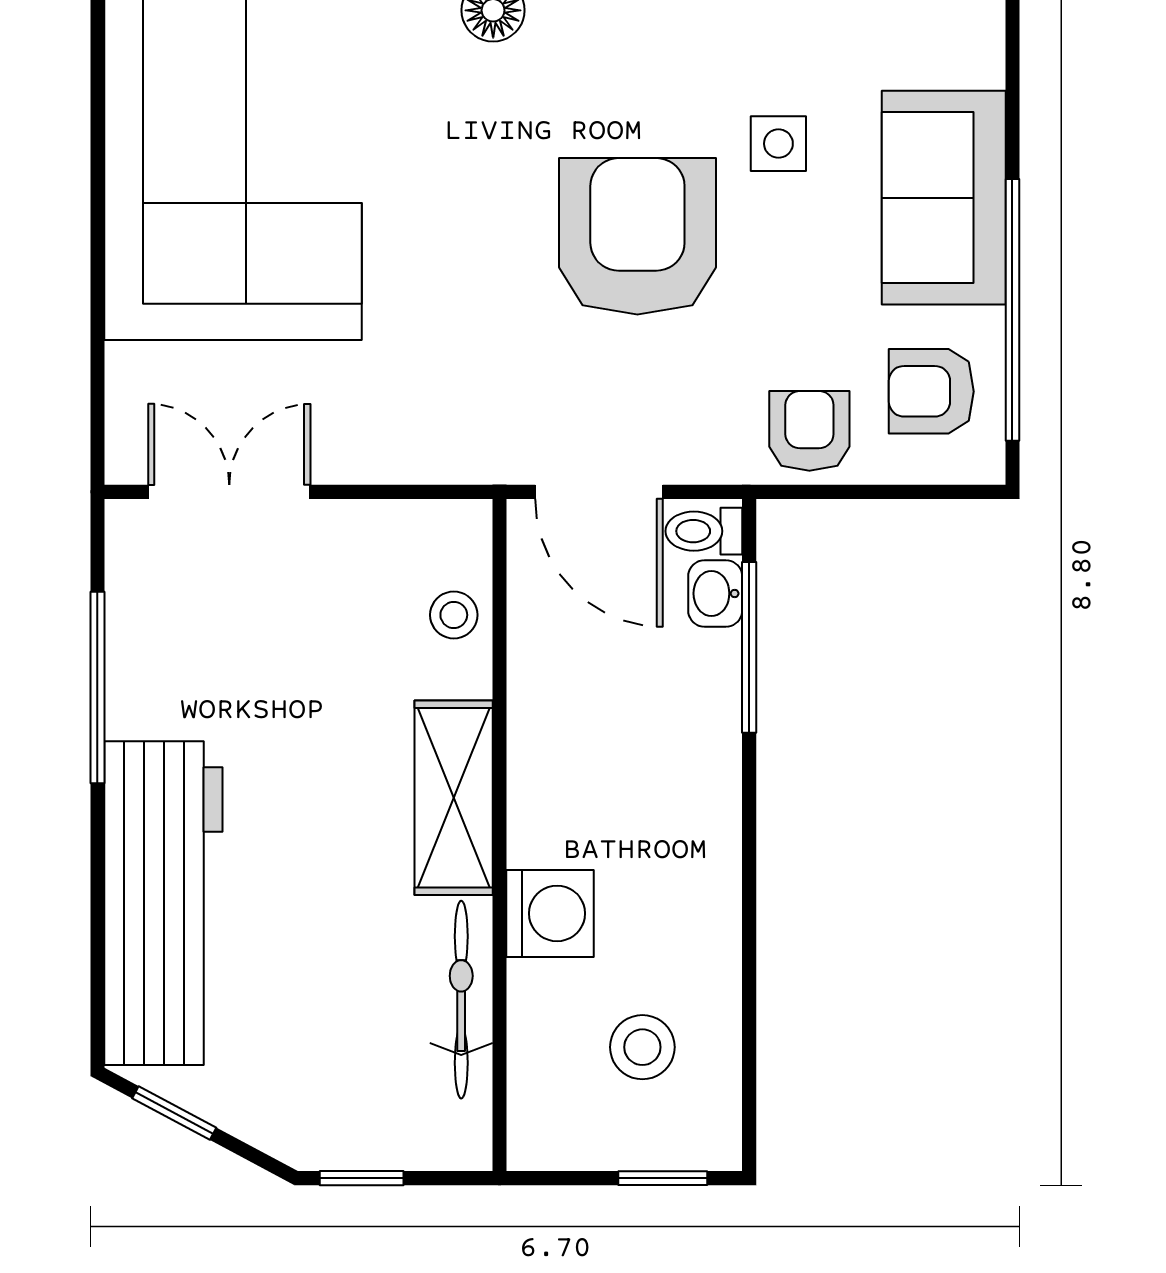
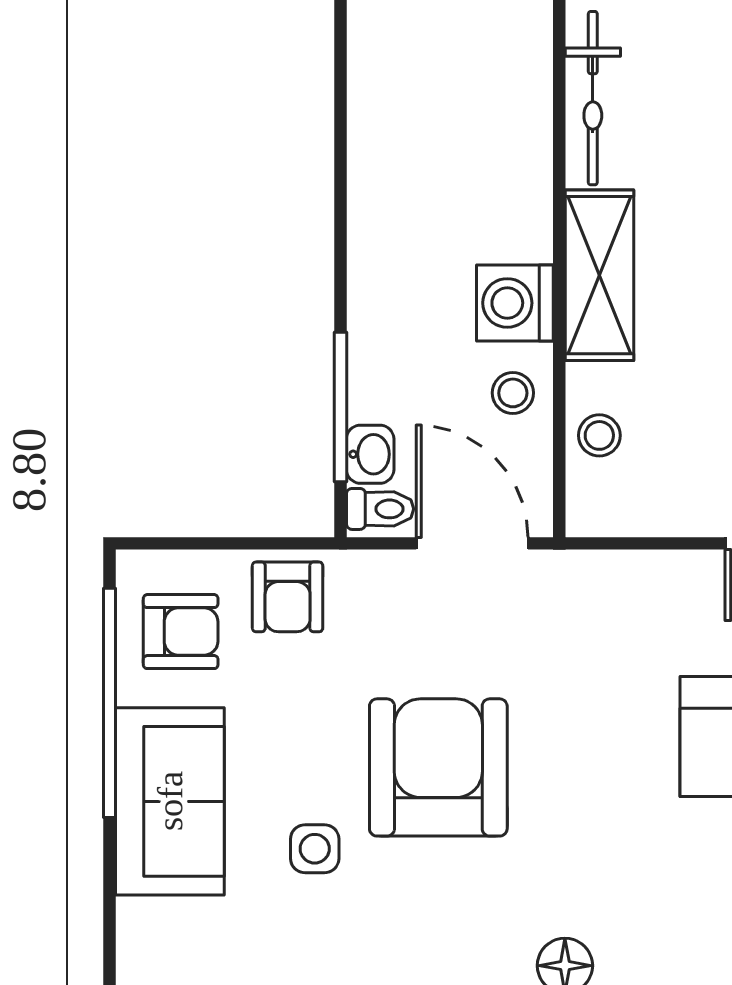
armchair: (637, 236) -> (438, 767), turned 180
washing machine: (550, 913) -> (515, 303), moved
stool: (642, 1047) -> (513, 393), moved, width x0.73, depth x0.73

